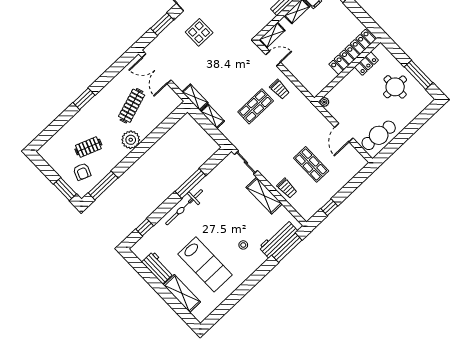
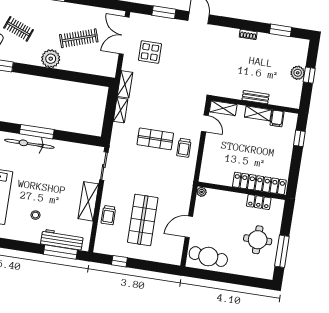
display table: (199, 32) -> (150, 52), moved
shop shelf: (311, 164) -> (143, 220), width x1.43, depth x1.36
window: (190, 183) -> (37, 132), moved

